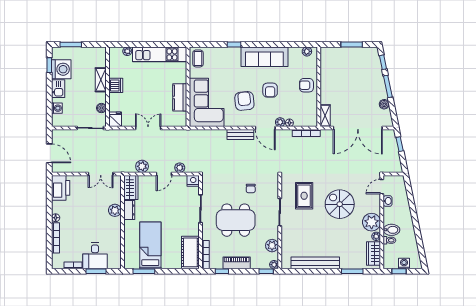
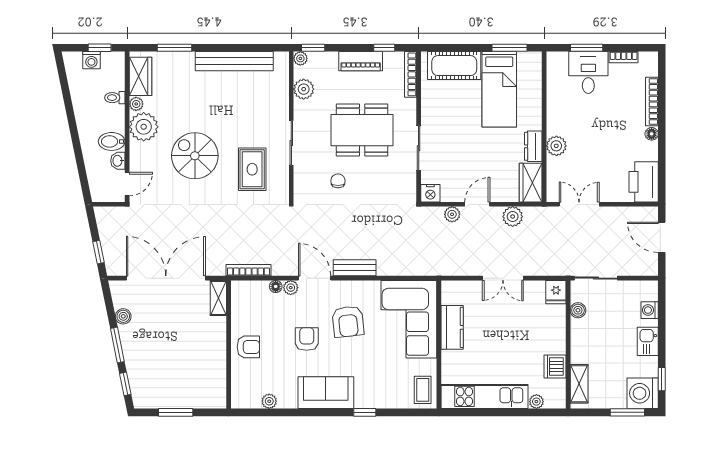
plant: (307, 51) -> (269, 401), moved
sofa: (264, 57) -> (326, 393), width x0.73
washing machine: (61, 69) -> (643, 393), moved
shelving: (101, 80) -> (579, 384), moved
dishwasher: (116, 85) -> (555, 367), moved
spiral stairs: (340, 204) -> (195, 156), turned 180
bidet: (391, 230) -> (112, 141), moved
cot: (190, 252) -> (454, 66), moved, turned 90

